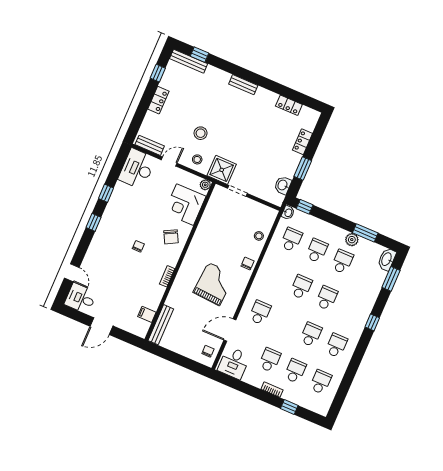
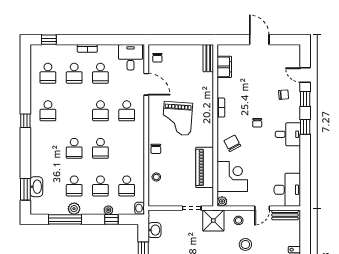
window: (106, 193) -> (305, 99), moved
window: (305, 207) -> (111, 219), moved
plant: (319, 224) -> (108, 210), added
piano: (208, 225) -> (205, 167), added
window: (365, 233) -> (65, 219), width x1.44
washbasin: (387, 259) -> (36, 187), moved
chair: (101, 263) -> (284, 95), added
desk: (81, 298) -> (288, 134), moved
filing cabinet: (147, 314) -> (224, 67), width x2.00
window: (372, 322) -> (25, 121), moved
bench: (161, 325) -> (208, 58), width x0.73
door: (101, 326) -> (259, 40), hinge flipped
door: (230, 330) -> (146, 84), hinge flipped
school desk: (311, 334) -> (100, 111), moved
window: (289, 407) -> (49, 40), moved

